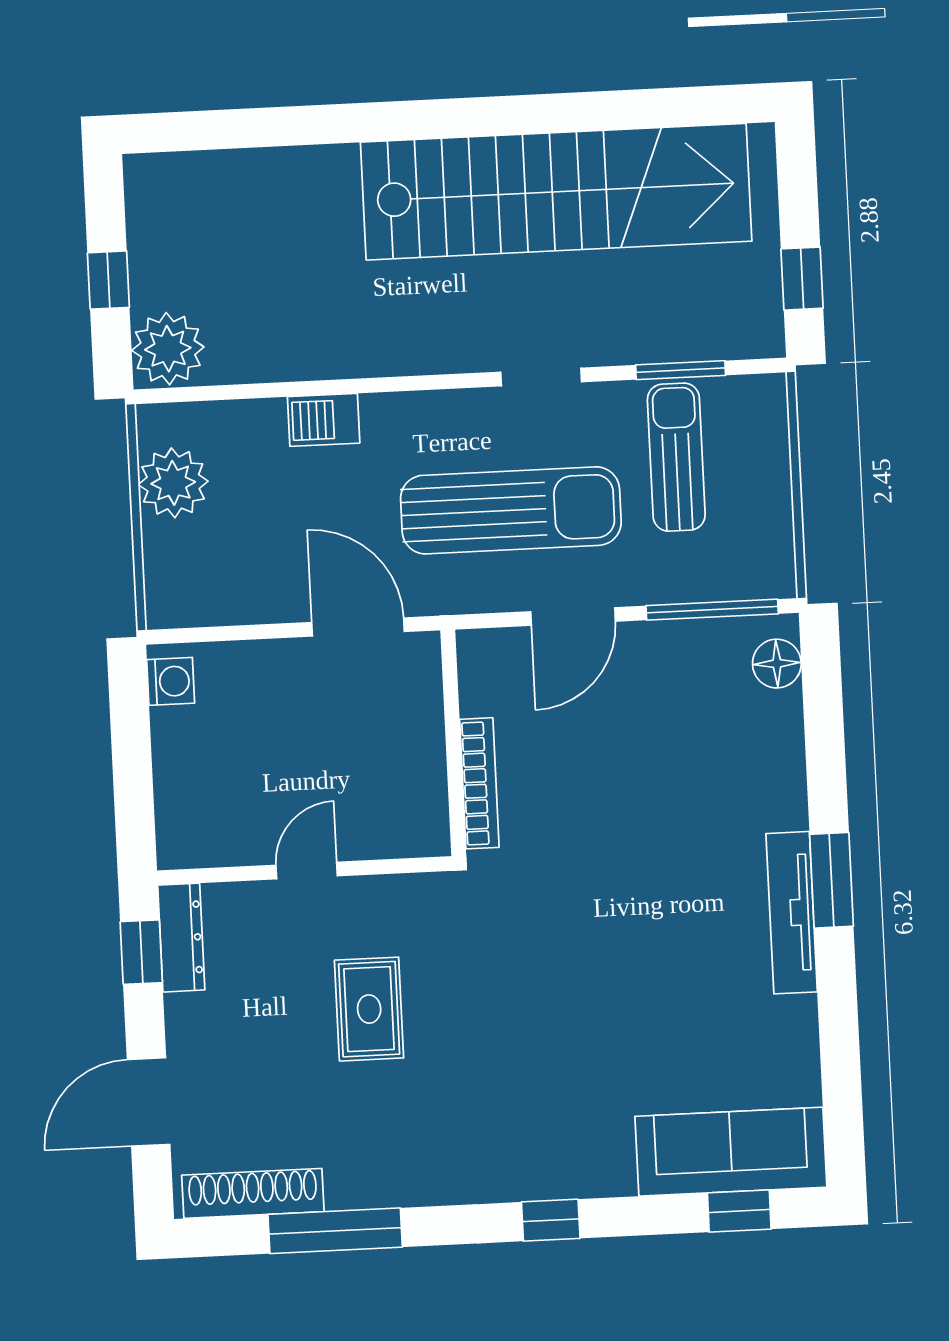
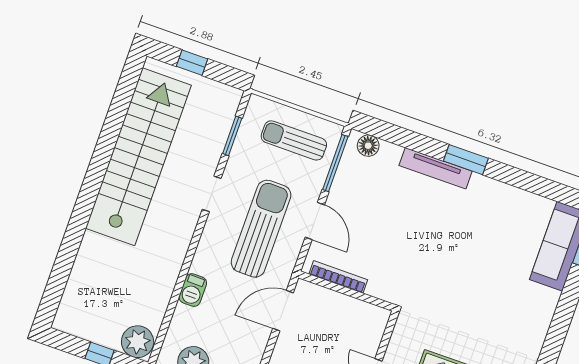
window: (802, 279) -> (192, 63), moved
sun lounger: (676, 457) -> (294, 140), moved
bookcase: (479, 783) -> (338, 277), moved
tv unit: (792, 913) -> (436, 168), moved
window: (551, 1220) -> (558, 331), removed

